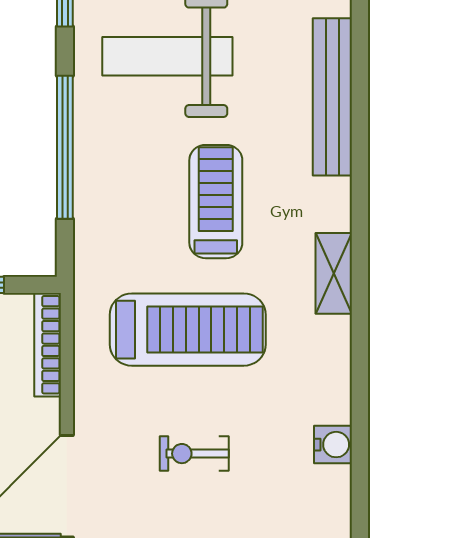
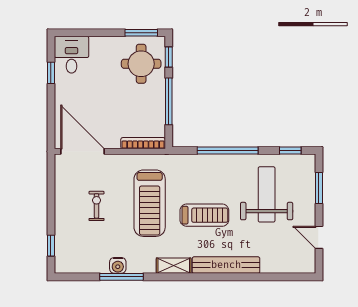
bench: (332, 97) -> (226, 265), moved
window: (360, 395) -> (122, 277), added
water cooler: (333, 445) -> (118, 265), moved

